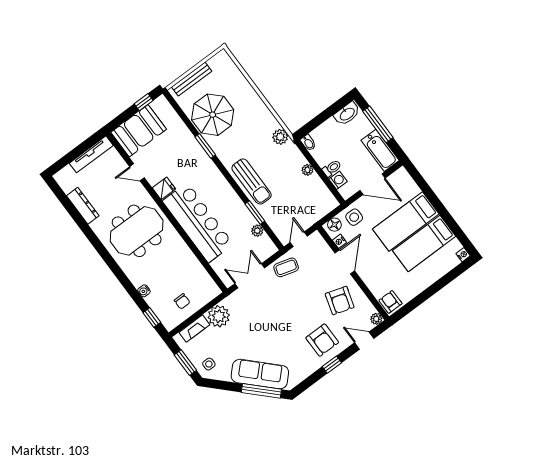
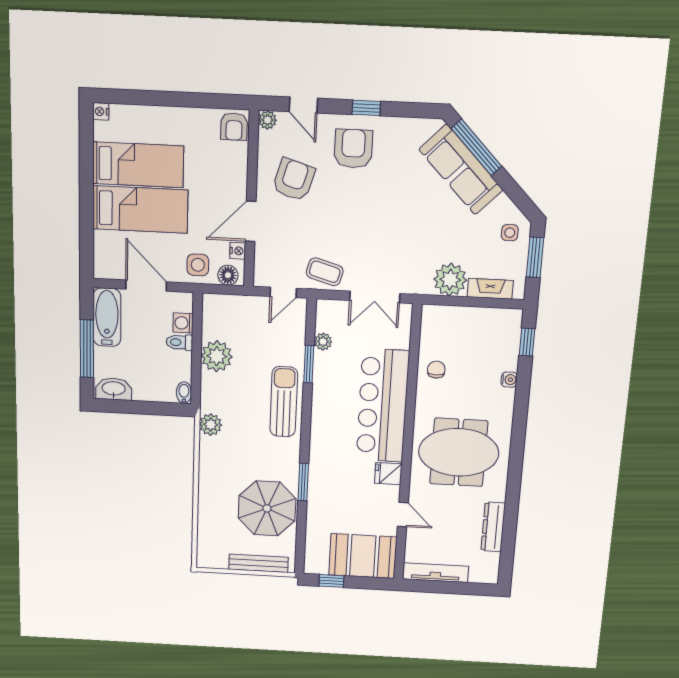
plant: (307, 170) -> (217, 356), width x1.88, depth x1.88
chair: (182, 301) -> (436, 370), moved

